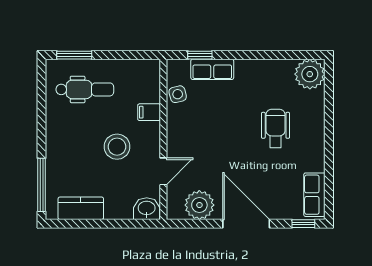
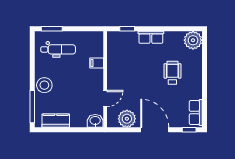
row of seats: (212, 69) -> (151, 37), moved
side table: (178, 94) -> (114, 52), removed
stool: (117, 147) -> (44, 85), moved

